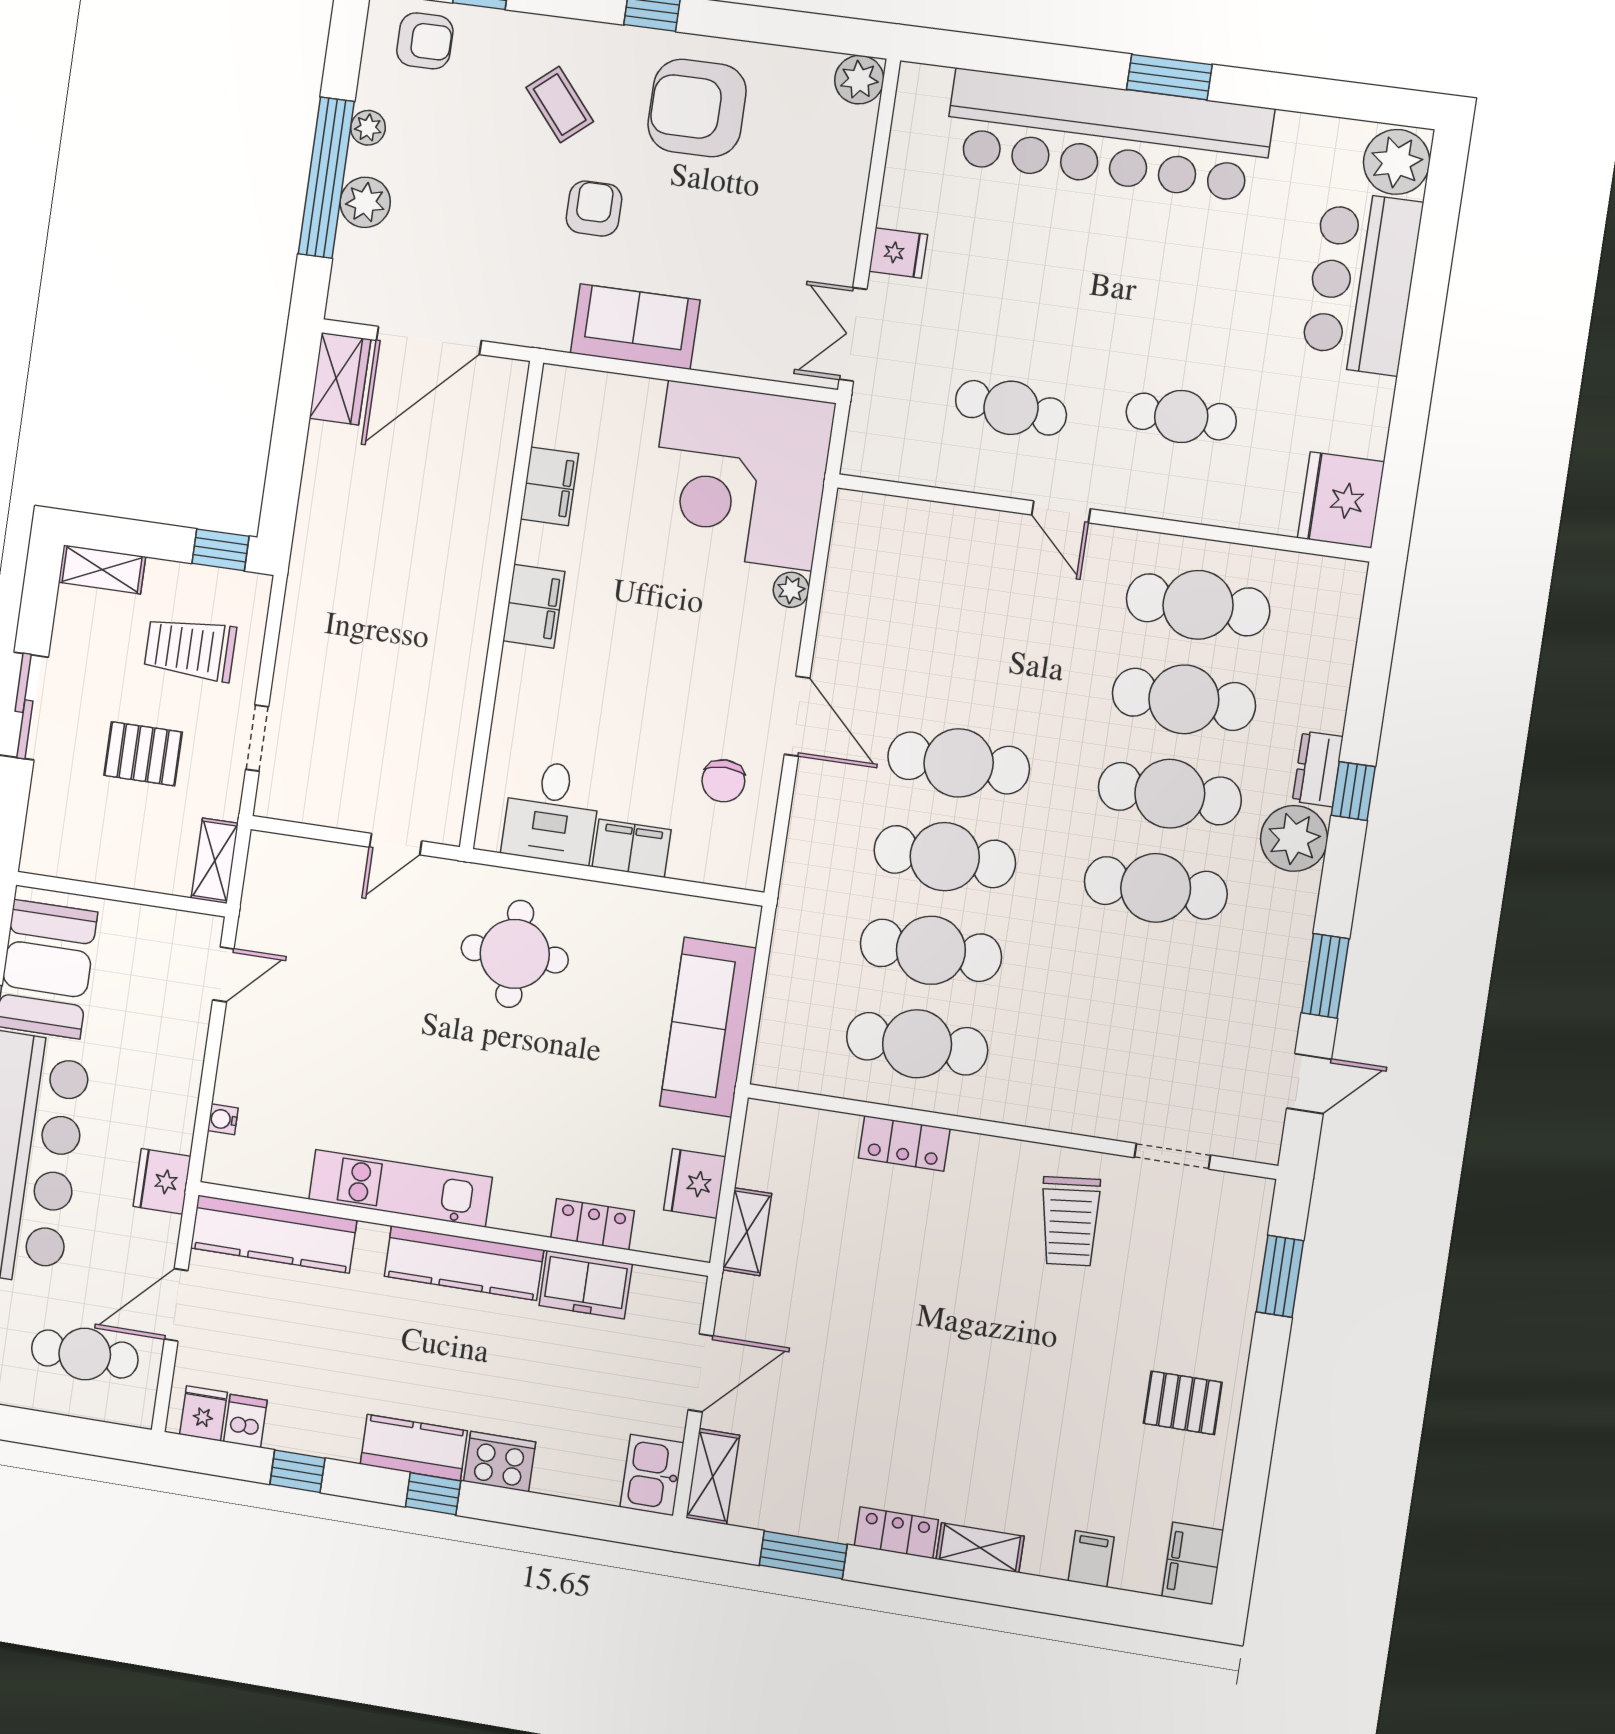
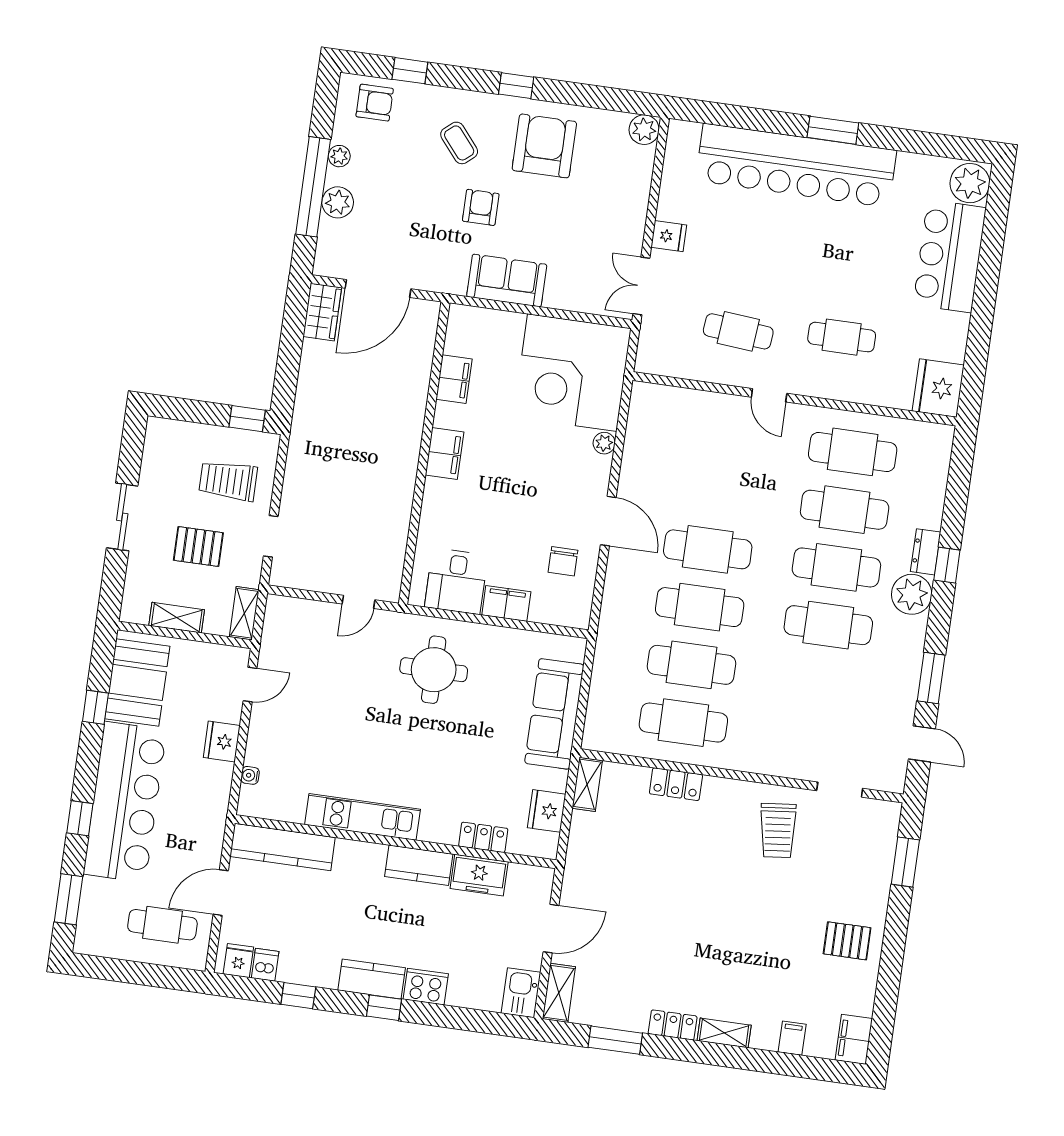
armchair: (697, 108) -> (544, 146), turned 90
shelving: (102, 569) -> (177, 618), moved
door: (1309, 1084) -> (922, 744), hinge flipped
fridge: (162, 1181) -> (222, 741), moved
shelving: (747, 1232) -> (587, 784), moved
kitchen counter: (464, 1263) -> (419, 865), width x0.67

